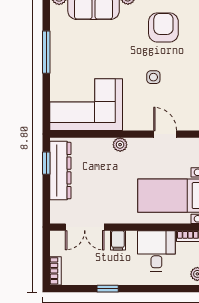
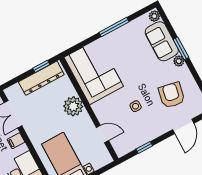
armchair: (163, 27) -> (172, 95), turned -79
door: (165, 134) -> (102, 134), hinge flipped
plant: (120, 145) -> (73, 106), width x1.87, depth x1.87

